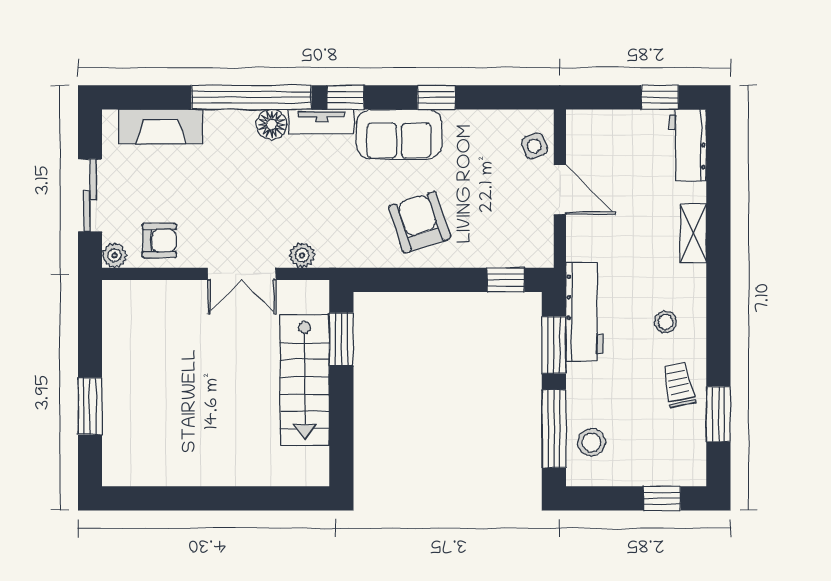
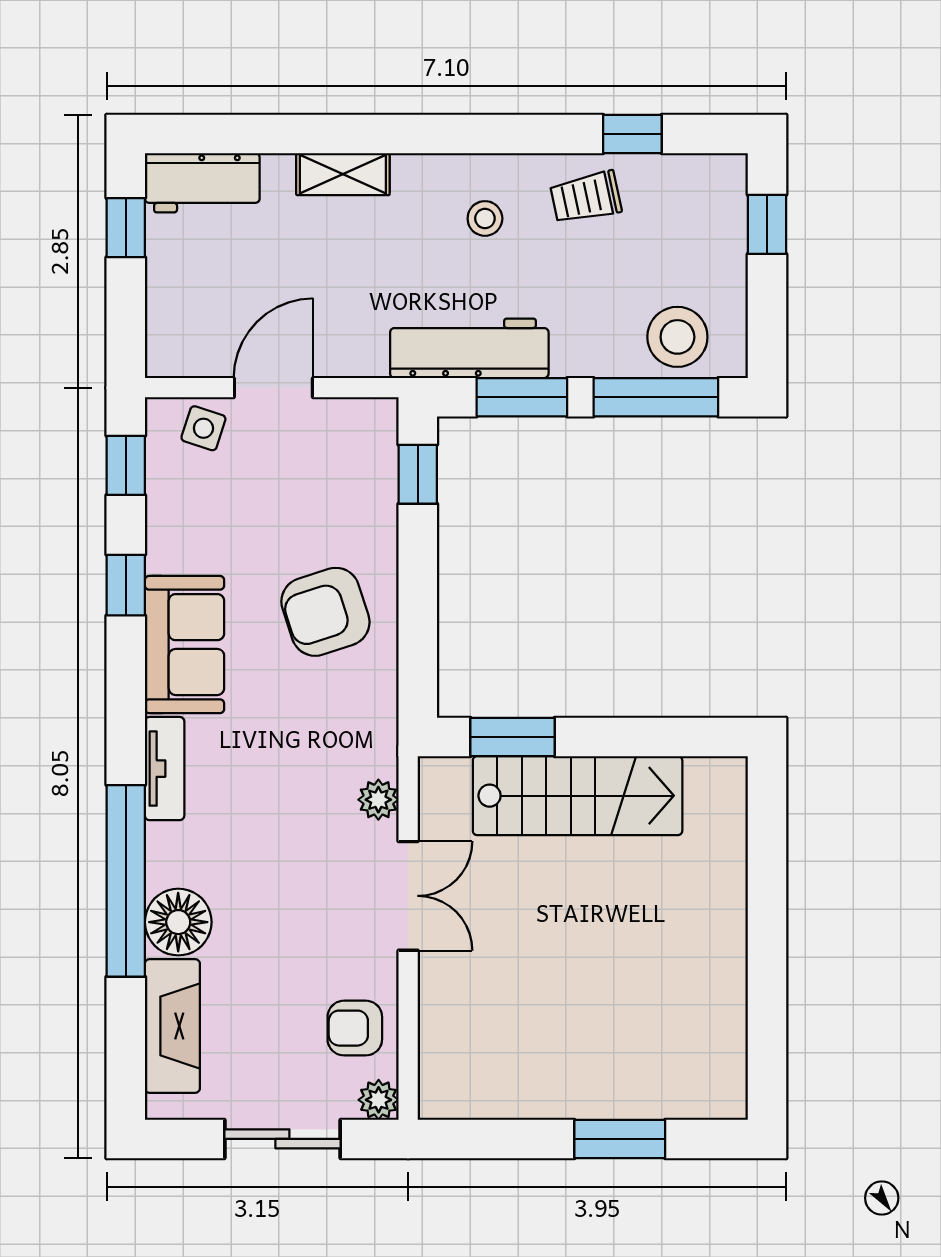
window: (345, 97) -> (126, 465), moved
floor lamp: (272, 124) -> (178, 922), moved, width x1.38, depth x1.38
side table: (534, 146) -> (203, 428), turned 37
armchair: (159, 241) -> (355, 1028), turned -90
window: (718, 414) -> (632, 134), width x0.67
stool: (592, 442) -> (677, 337), width x1.38, depth x1.38

